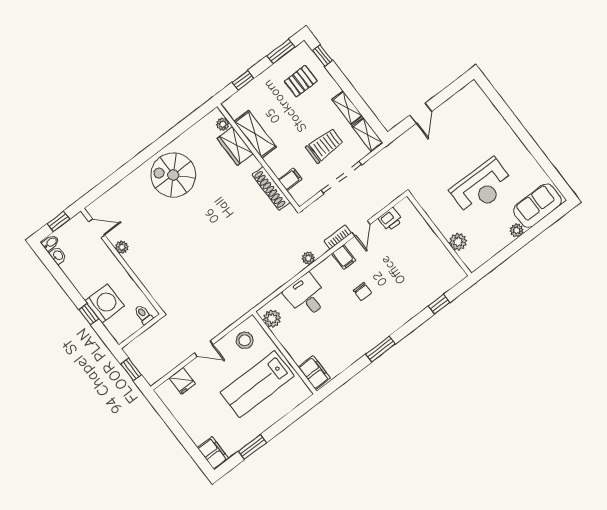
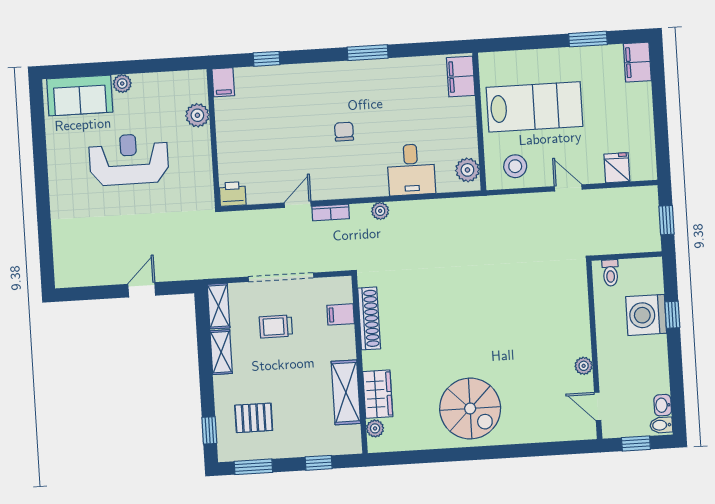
trolley: (324, 146) -> (276, 326), width x0.73, depth x0.72
printer: (390, 219) -> (233, 194), moved
filing cabinet: (344, 257) -> (223, 82), moved, turned 180

